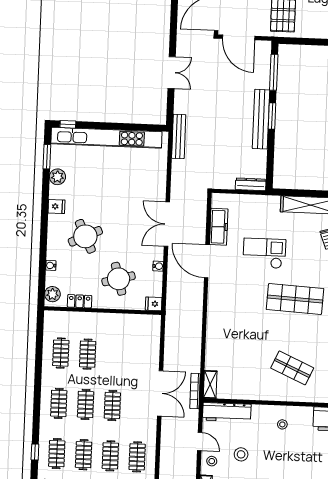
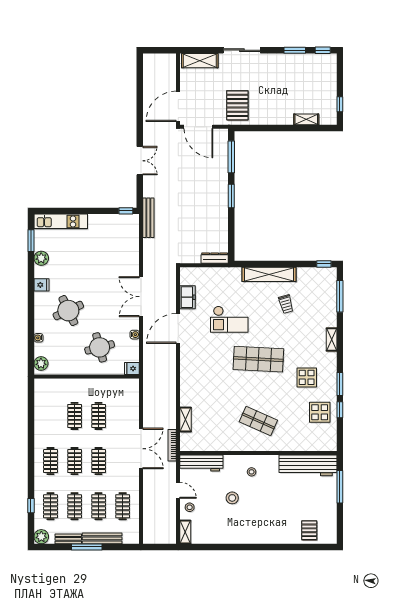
bench: (261, 119) -> (221, 199), removed
window: (68, 124) -> (126, 211), moved
kitchen unit: (106, 138) -> (61, 221), width x0.54
freezer: (219, 227) -> (187, 297), width x0.71
checkout: (264, 253) -> (229, 319), turned 180
door: (207, 261) -> (178, 328), hinge flipped
locker: (80, 301) -> (65, 369), removed
clothes rail: (61, 353) -> (99, 416), moved
shelving: (210, 384) -> (185, 420), moved
stool: (241, 454) -> (232, 498), moved

